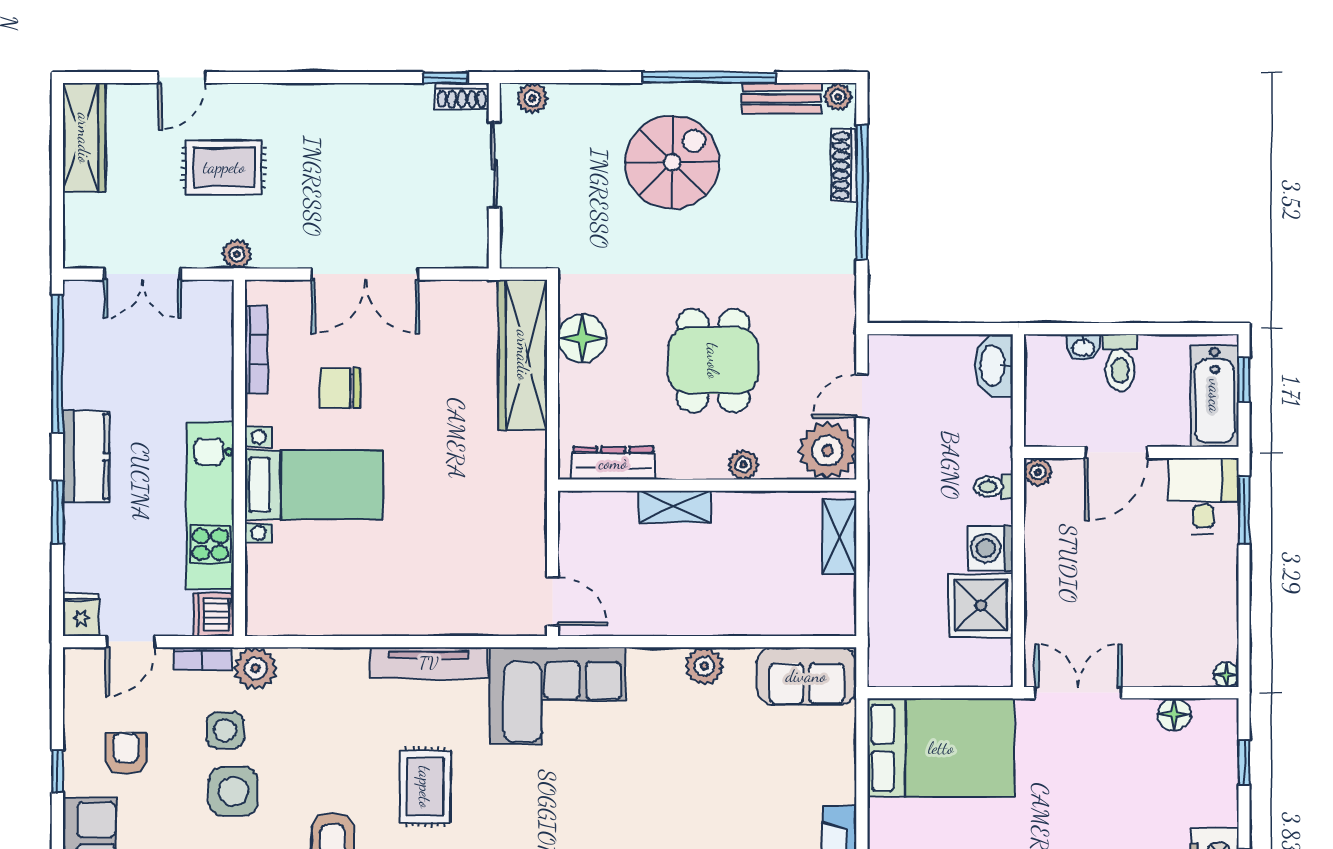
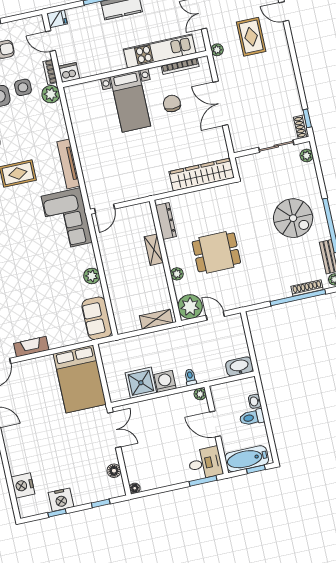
floor lamp: (582, 338) -> (214, 197), removed
kitchen unit: (210, 506) -> (160, 51), moved

